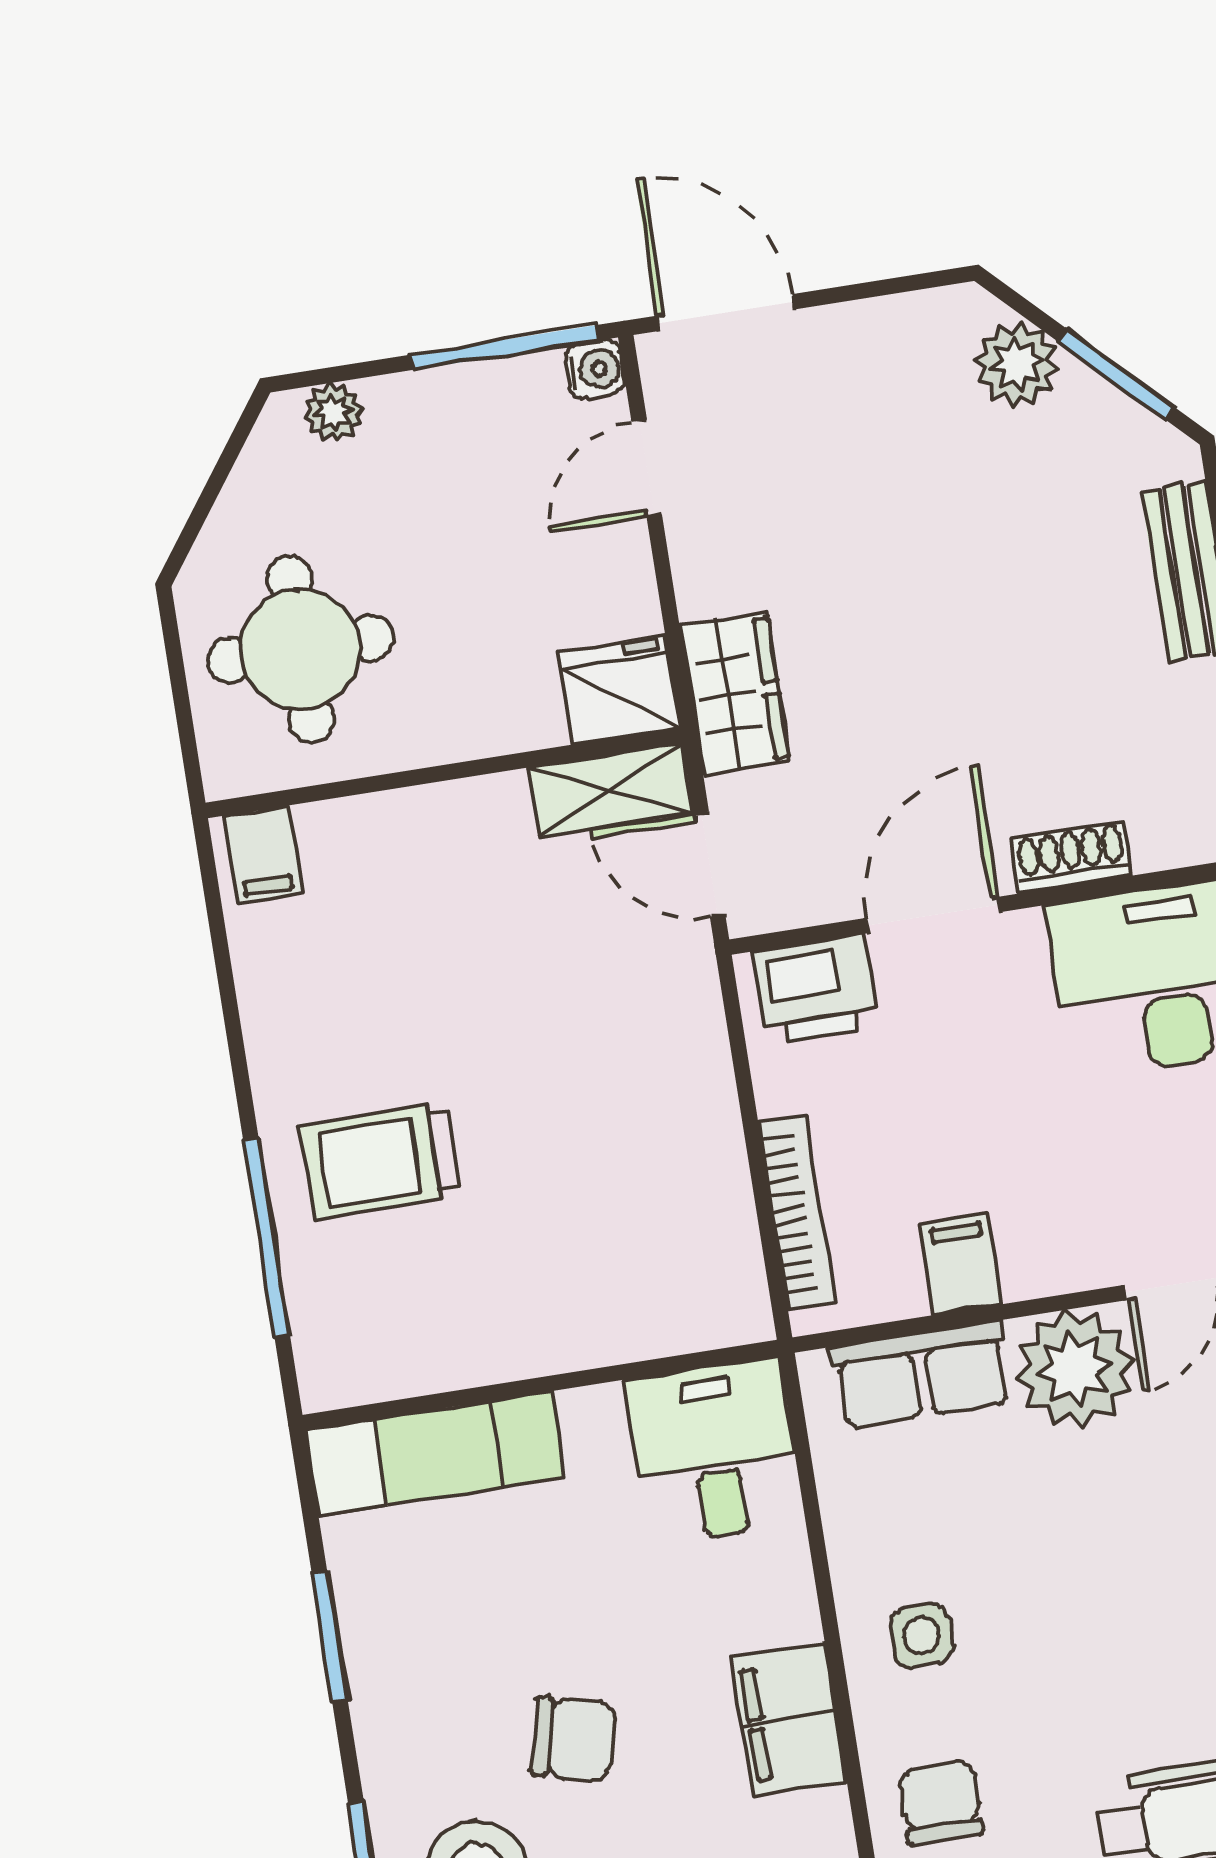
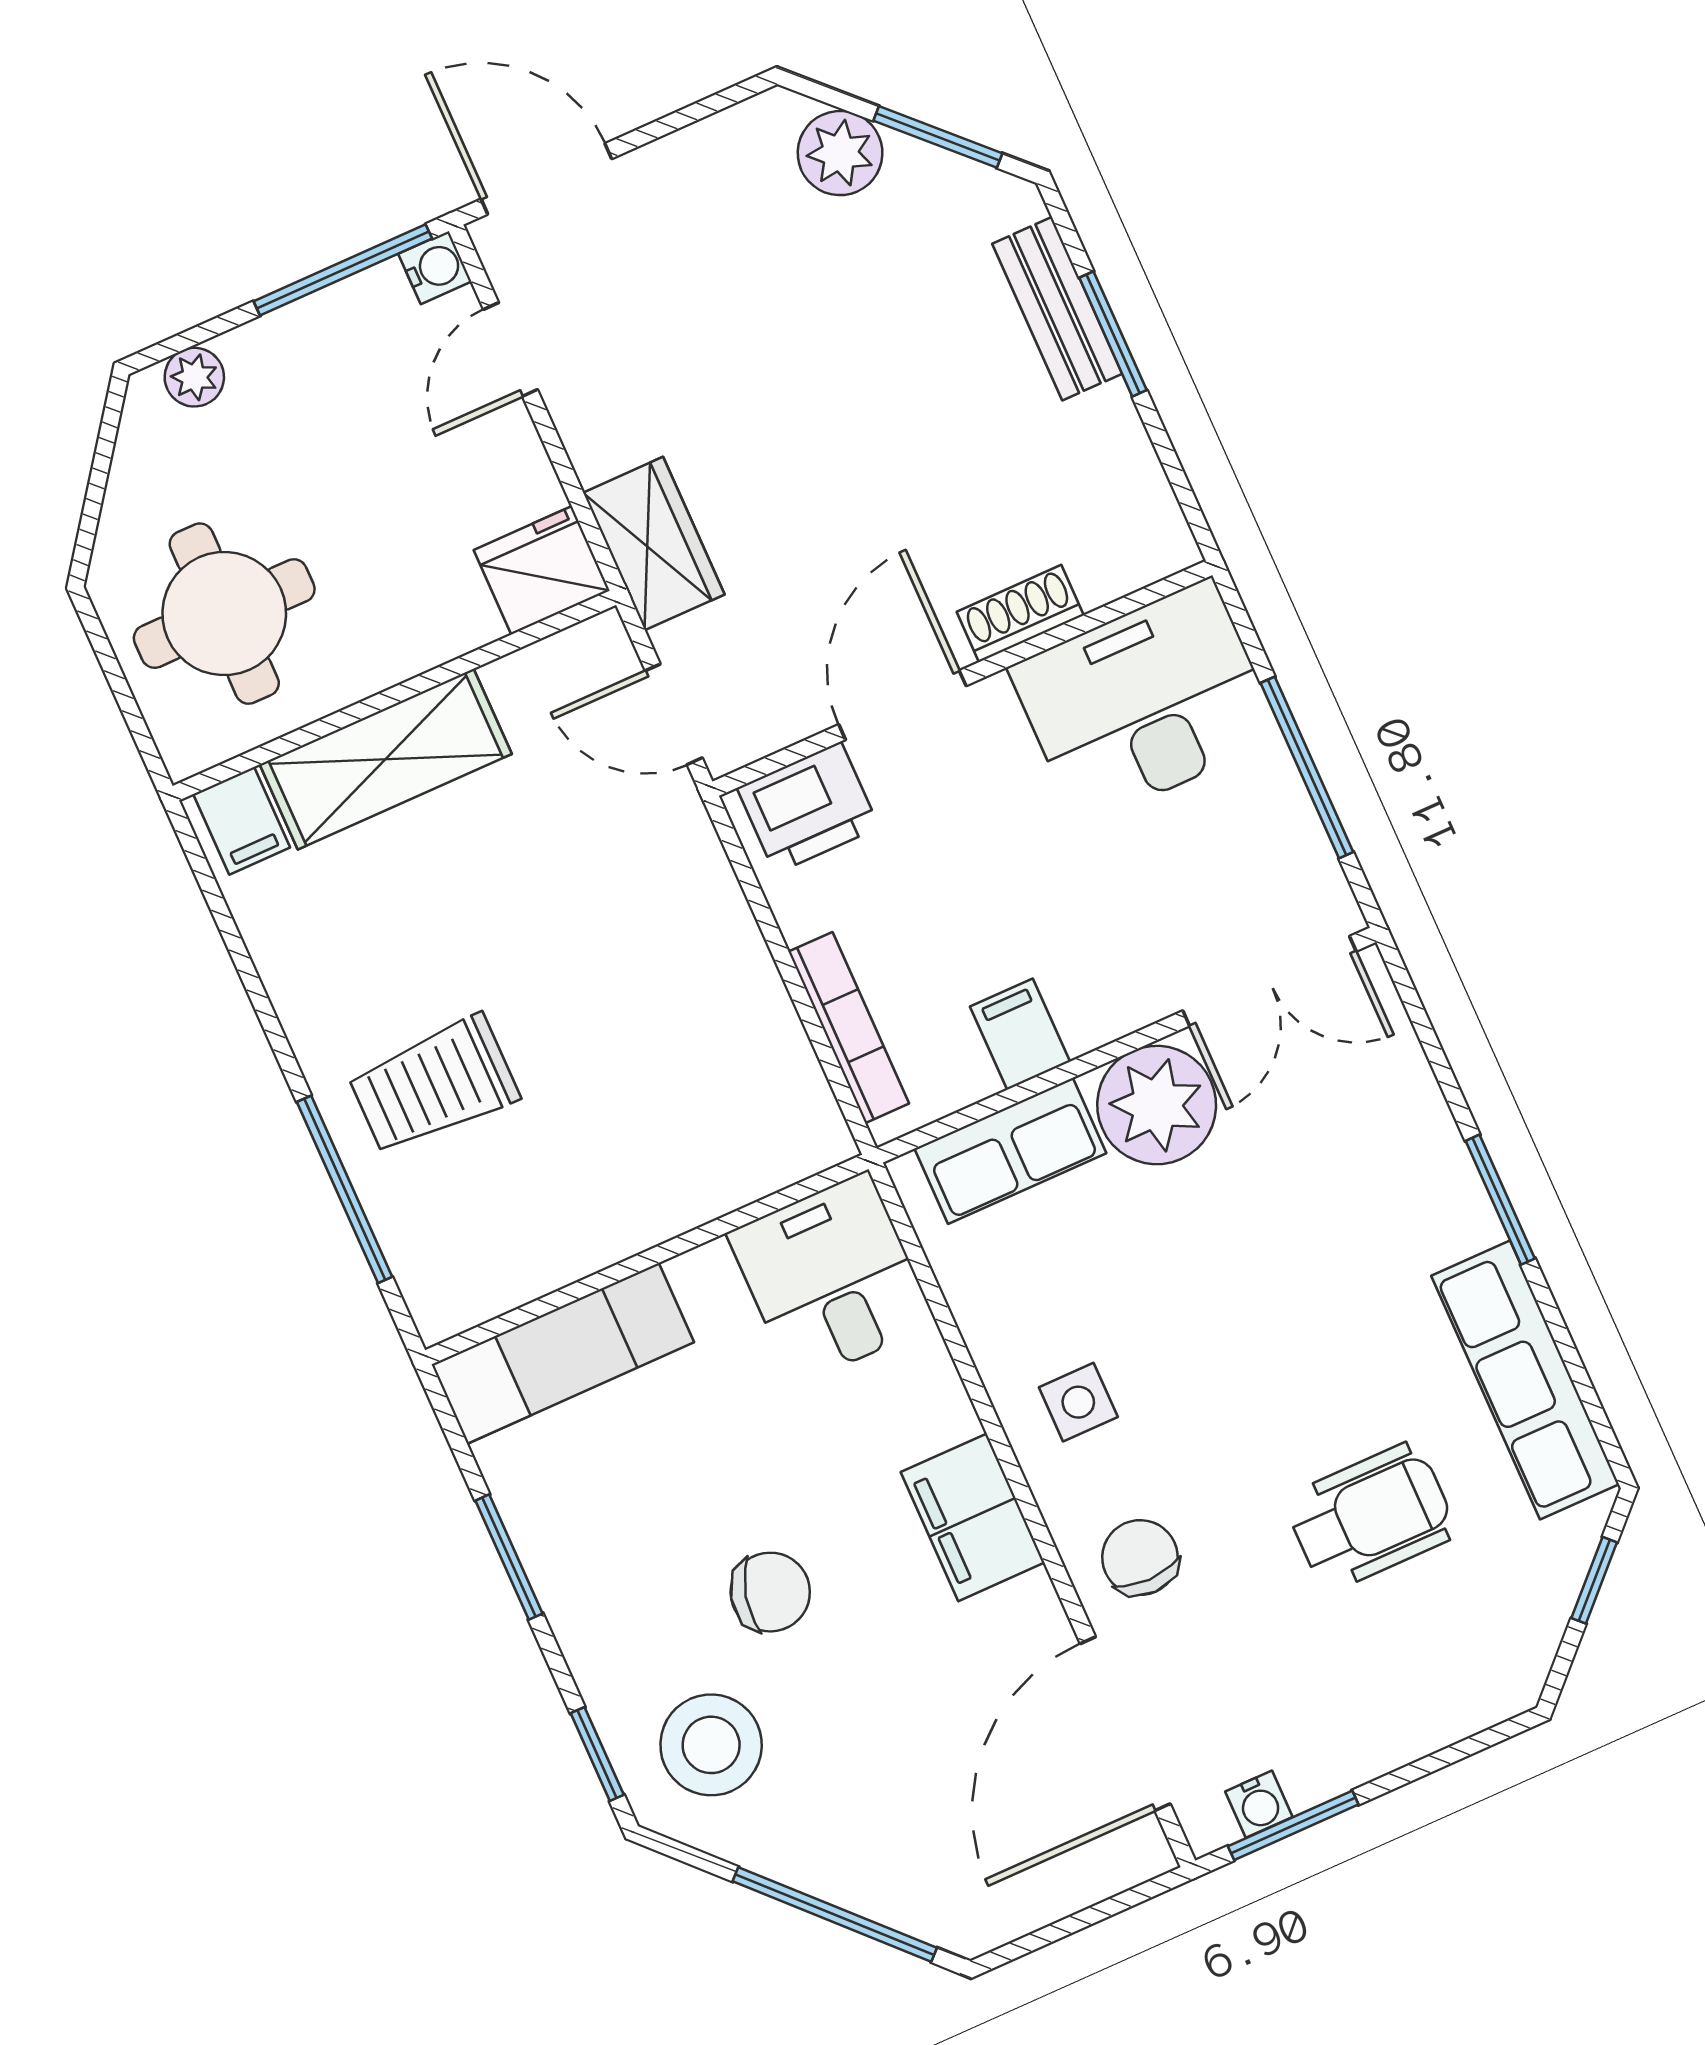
shelving: (611, 790) -> (386, 759), moved, width x1.50, depth x1.33

